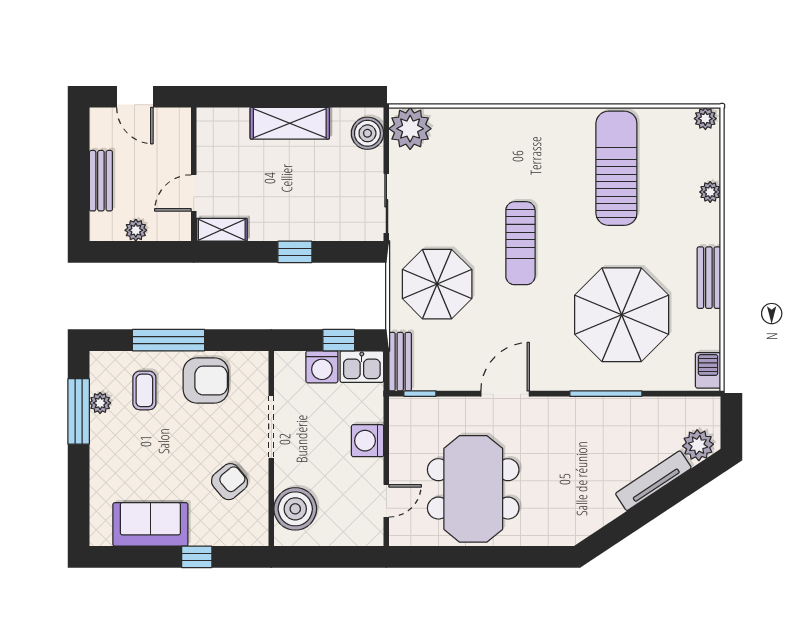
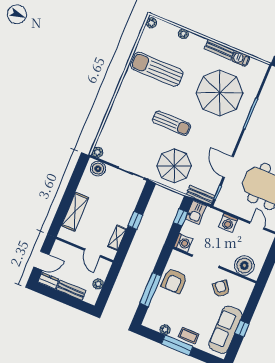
shelving: (290, 123) -> (75, 212), moved
dresser: (101, 128) -> (49, 281), added
plant: (410, 129) -> (98, 152), width x0.53, depth x0.53
shelving: (222, 230) -> (117, 238), moved
washing machine: (322, 367) -> (183, 243), moved
barbecue: (708, 370) -> (241, 59), moved
armchair: (206, 380) -> (174, 281), turned 180
coffee table: (144, 390) -> (189, 336), moved
door: (505, 394) -> (228, 167), moved
window: (79, 411) -> (177, 345), moved
sofa: (150, 524) -> (225, 330), width x1.36
window: (197, 557) -> (242, 329), moved

